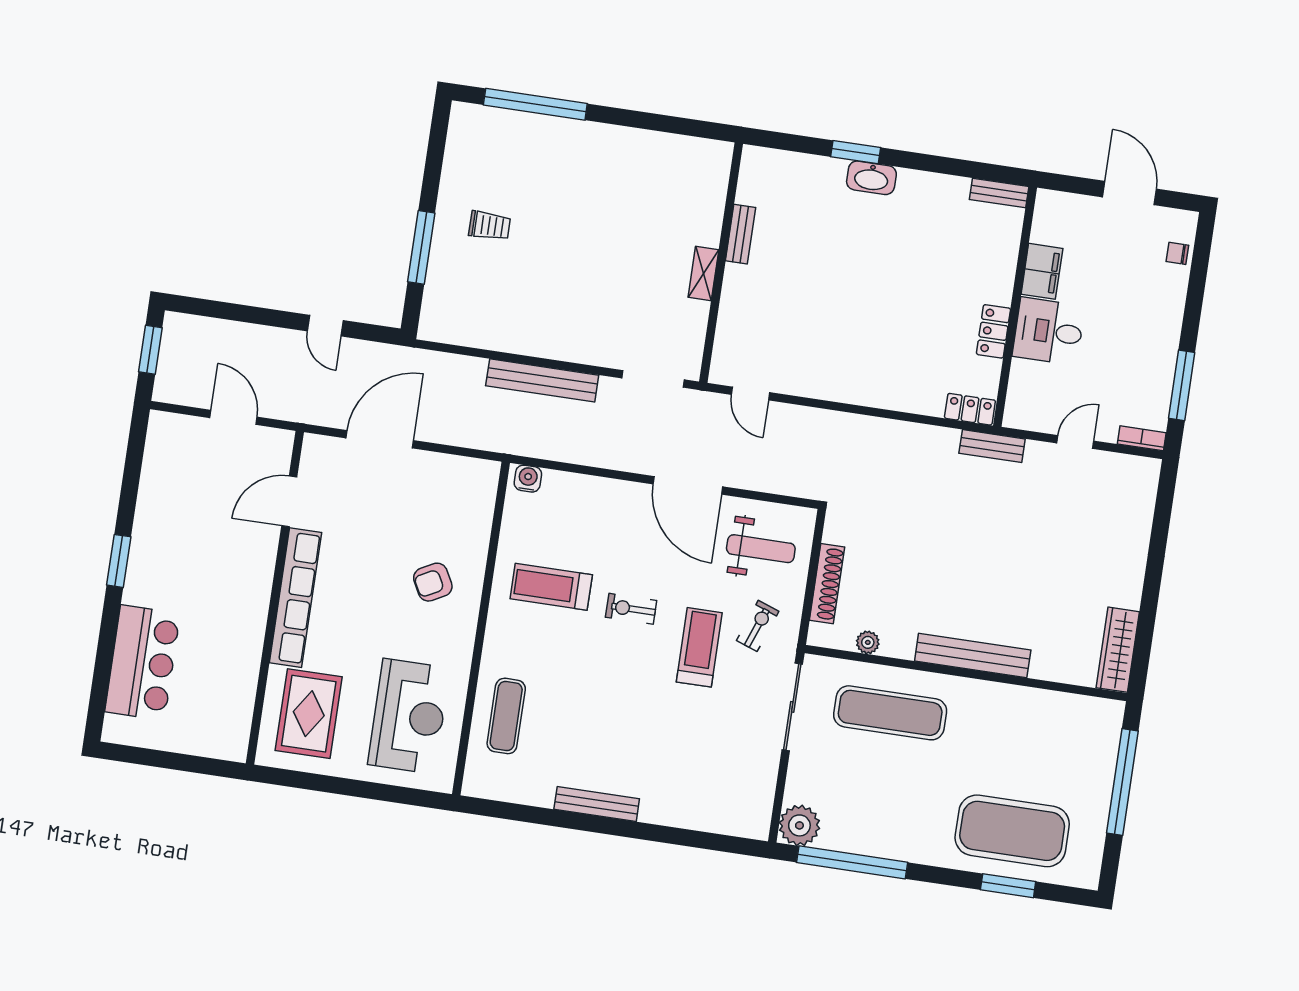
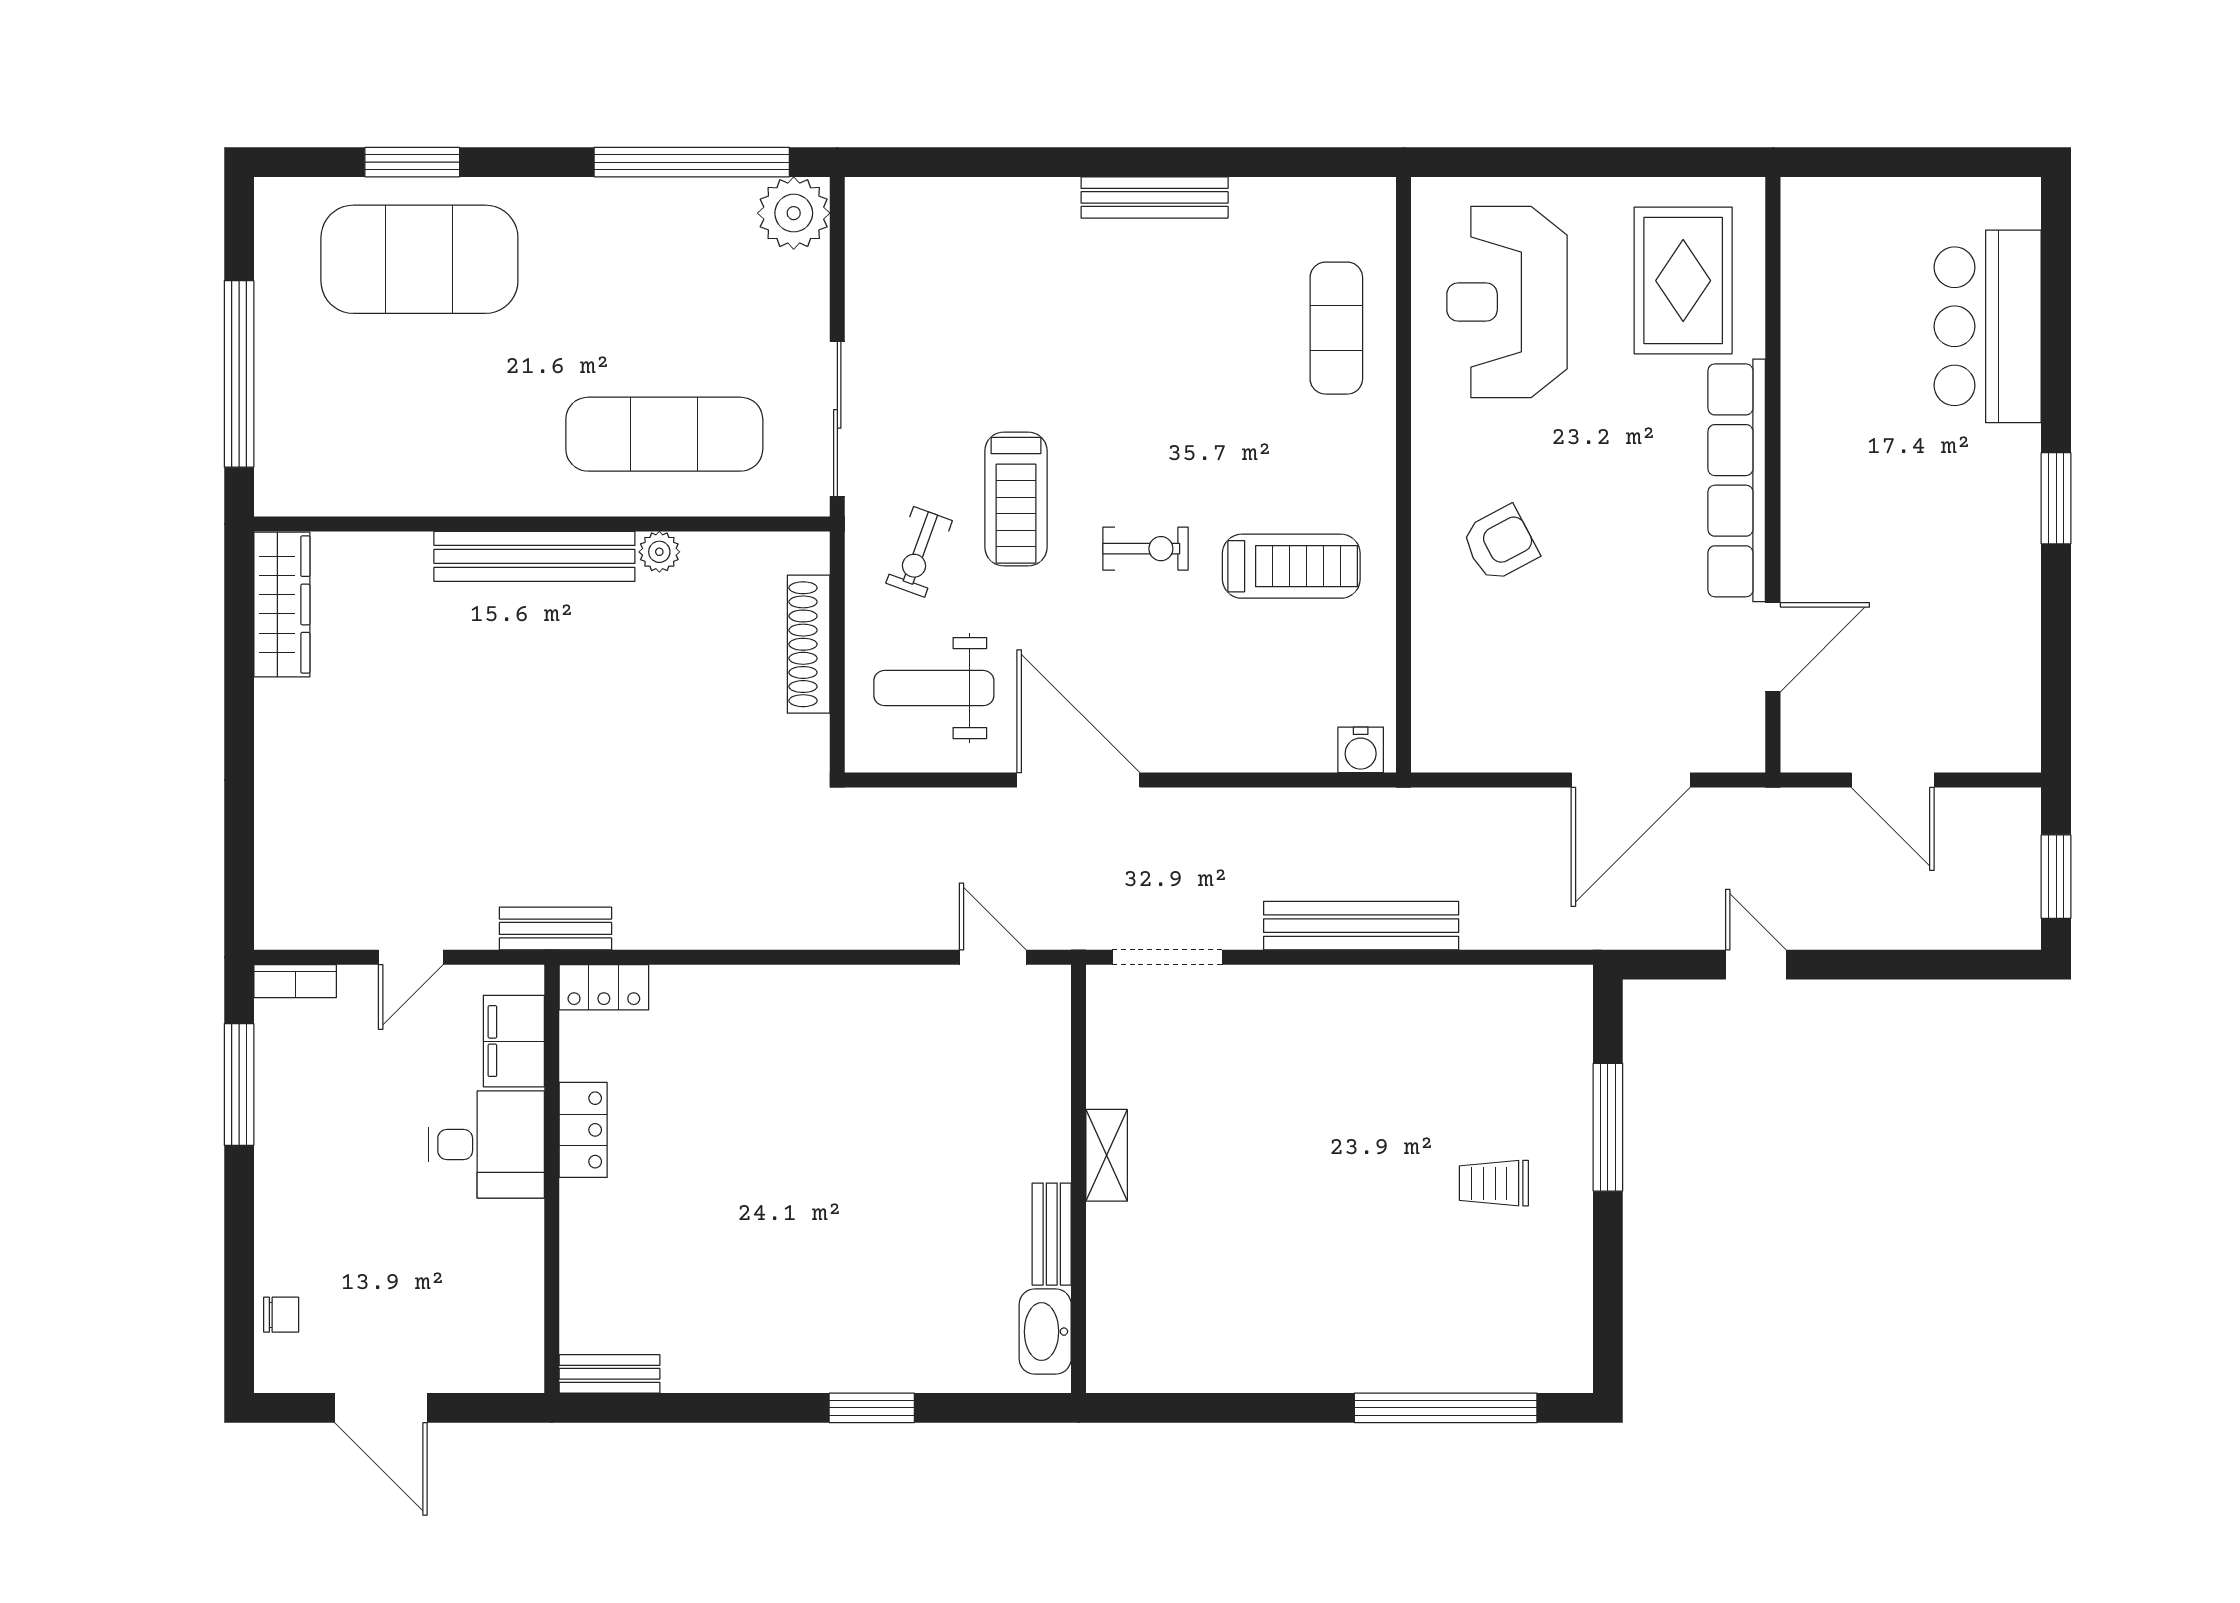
washbasin: (871, 178) -> (1045, 1332), moved, turned -90
filing cabinet: (1042, 271) -> (514, 1041), moved
plant: (868, 642) -> (659, 552), moved

